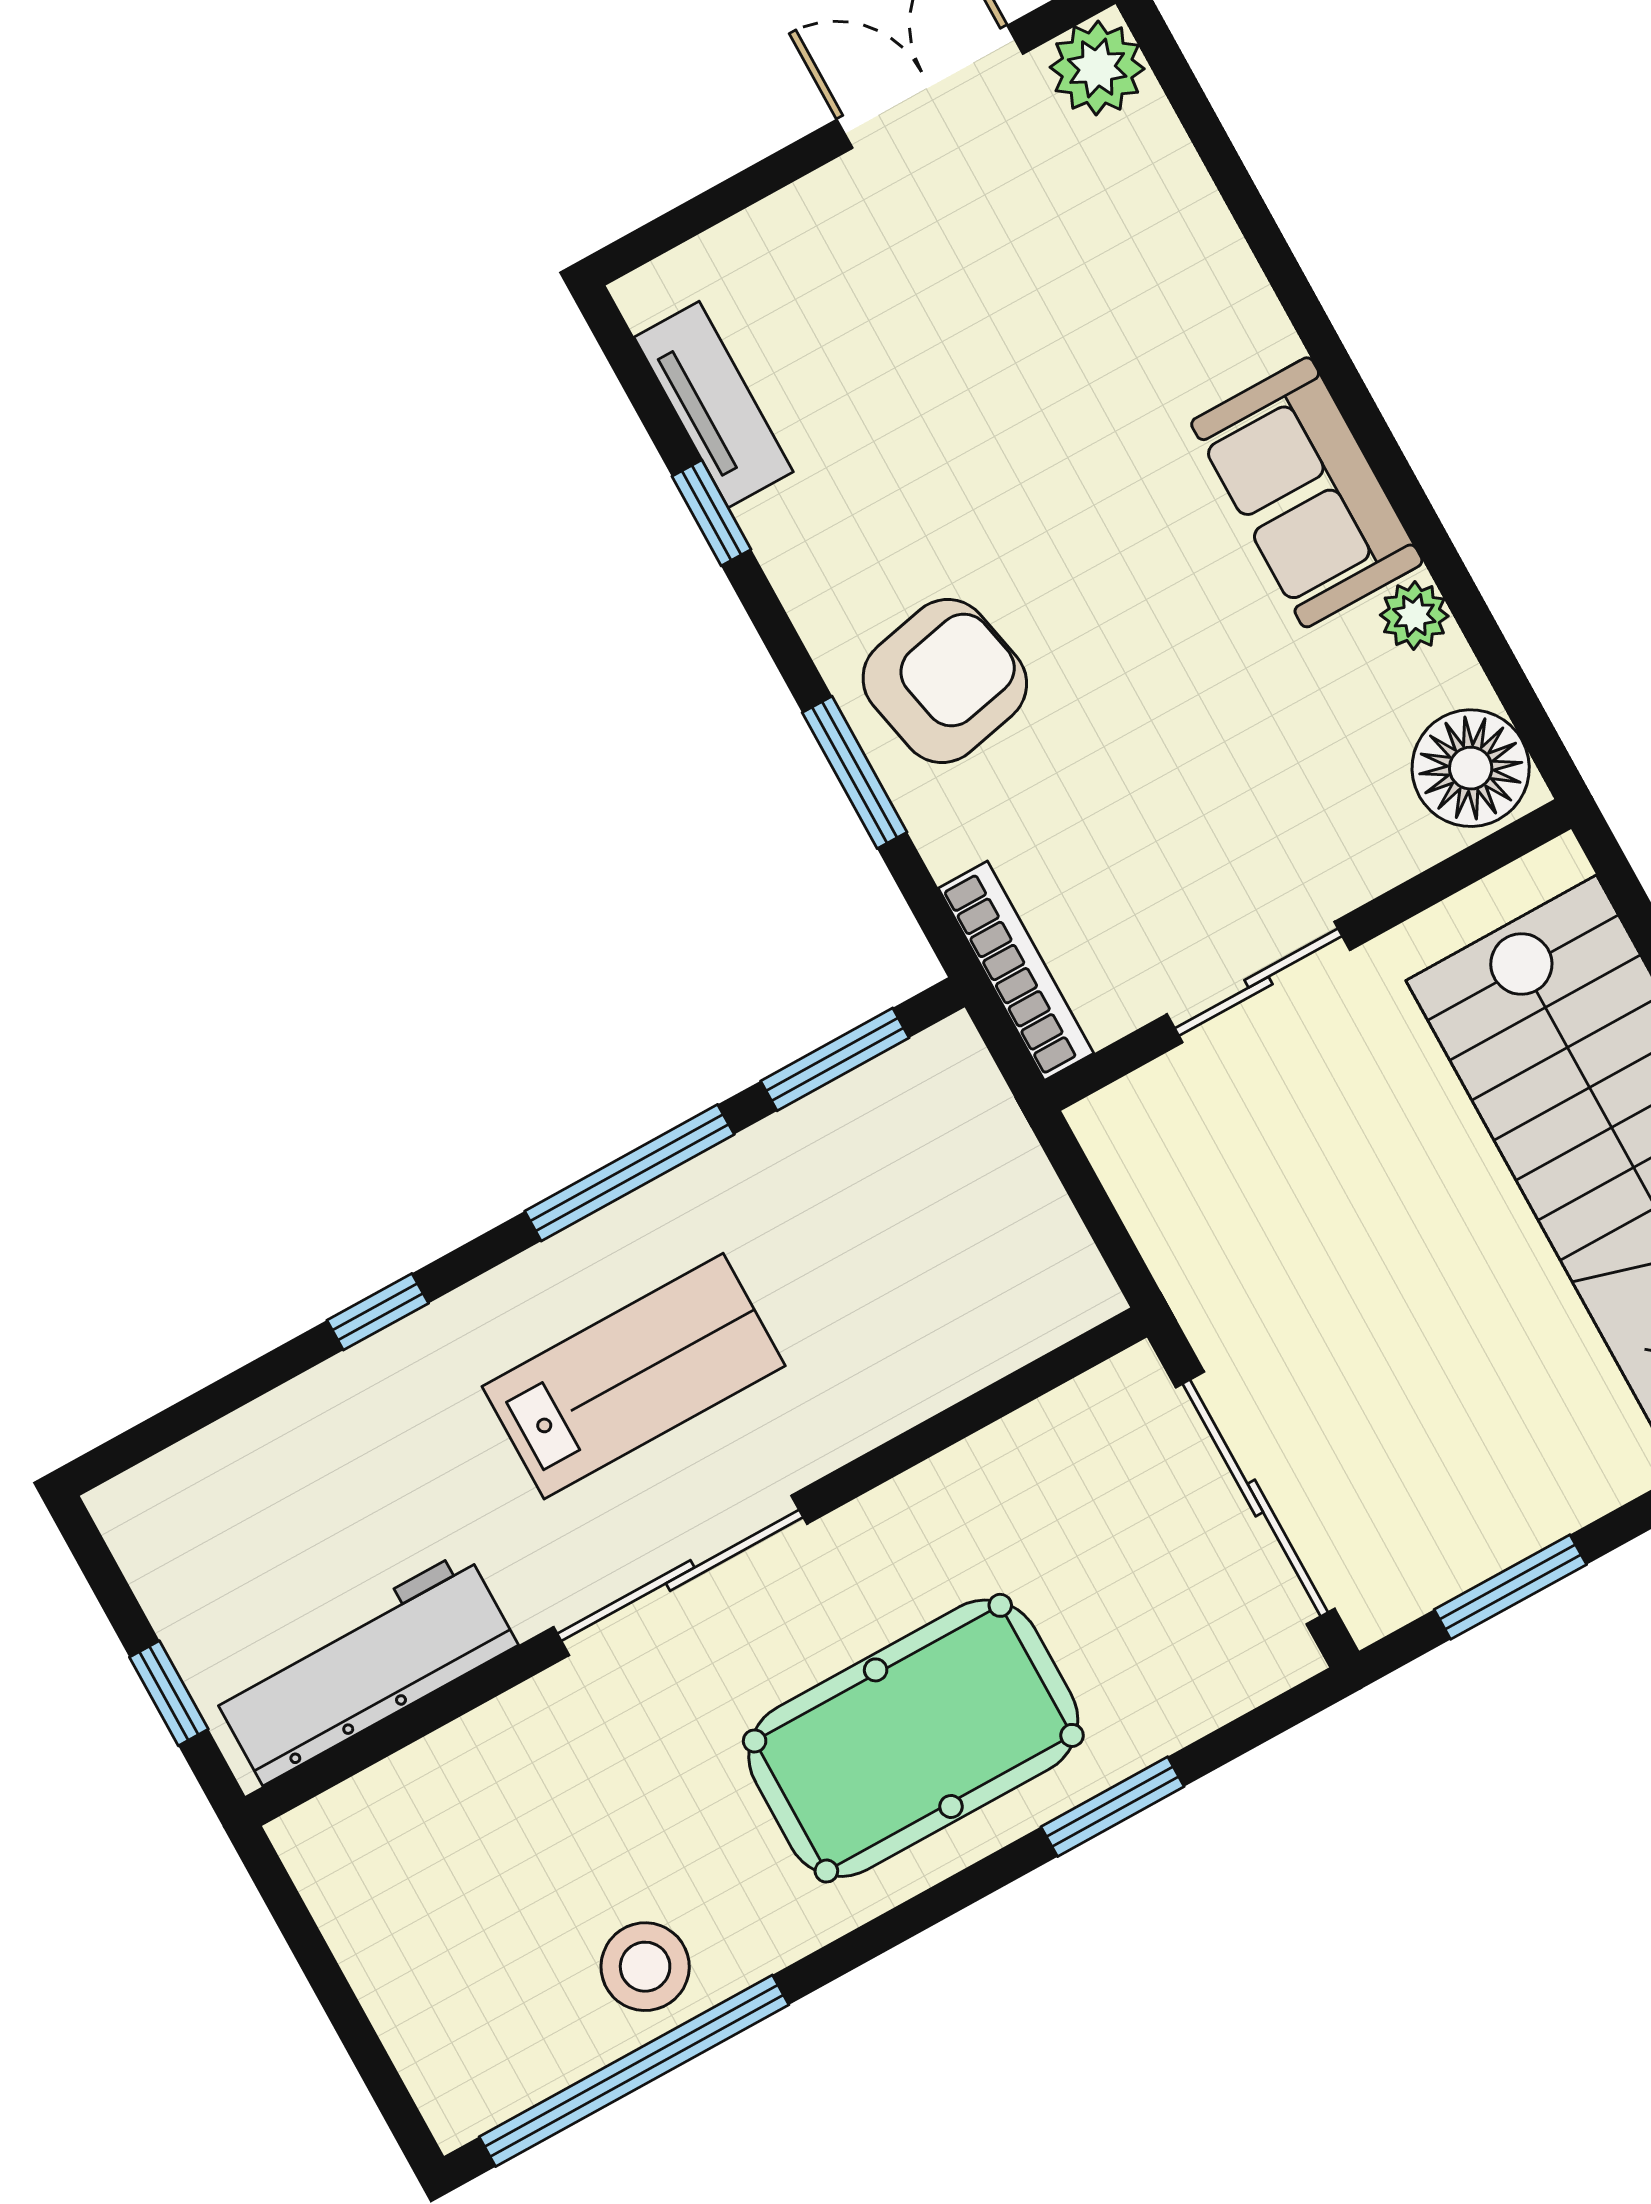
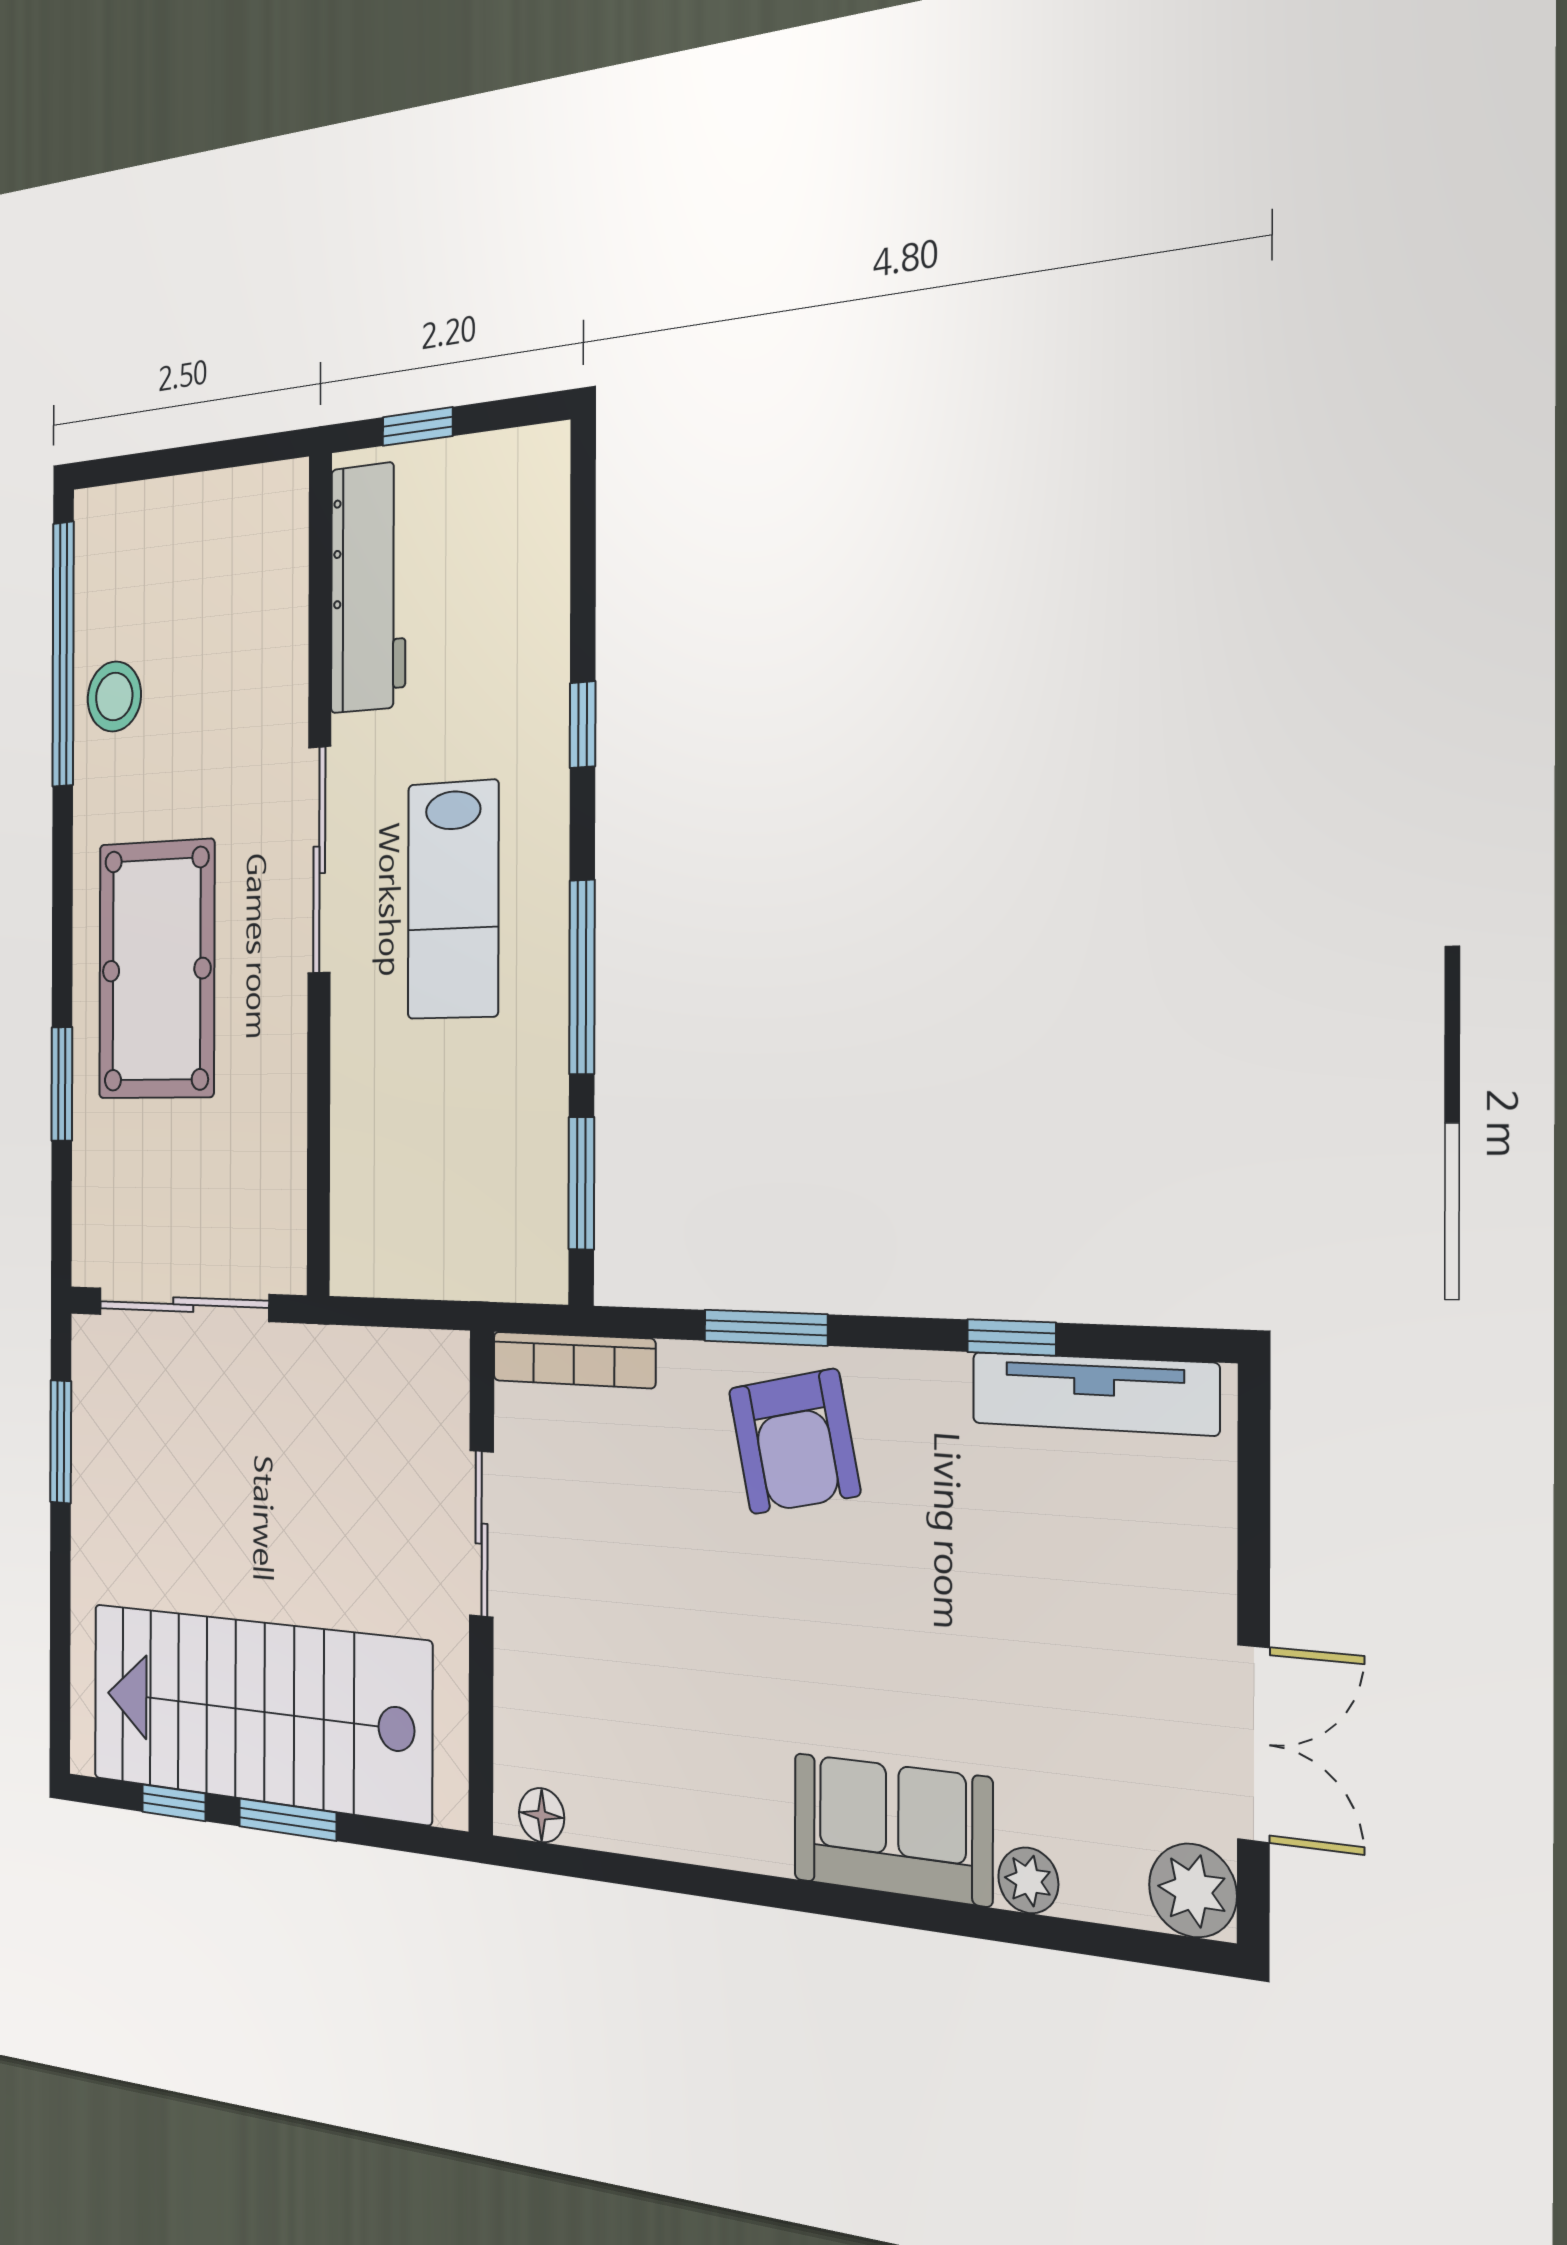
tv unit: (714, 404) -> (1094, 1393), width x1.41
sofa: (1307, 492) -> (892, 1829), moved
plant: (1414, 615) -> (1028, 1880), moved
floor lamp: (1471, 768) -> (542, 1815), width x0.53, depth x0.53

